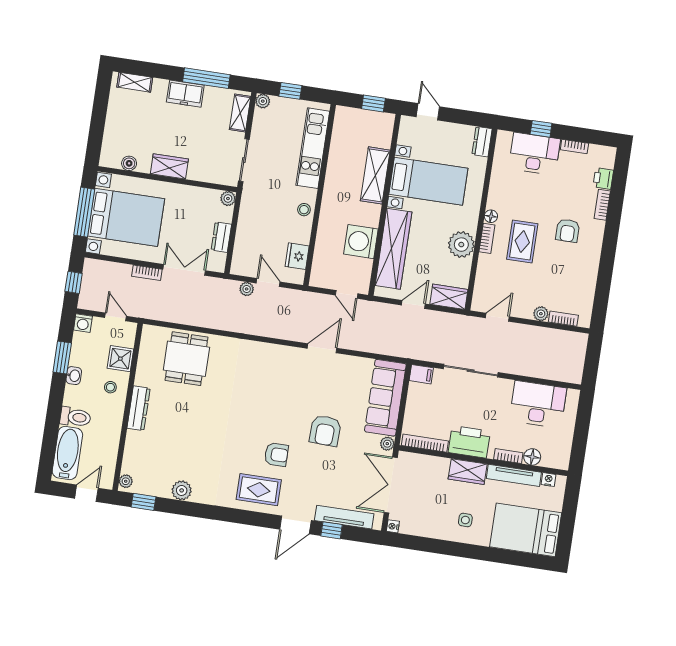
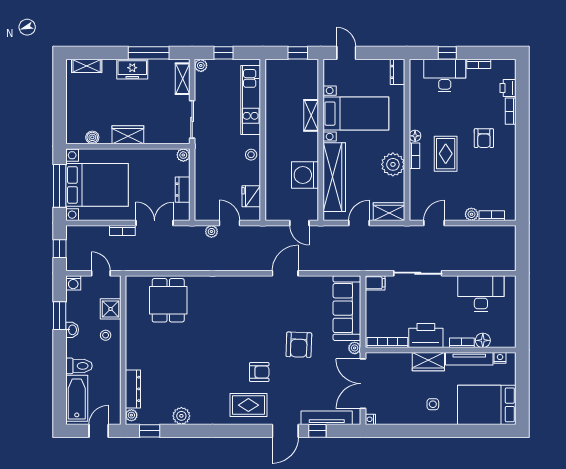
shelving: (375, 175) -> (311, 115), width x0.67, depth x0.75
dresser: (139, 408) -> (133, 389), moved

